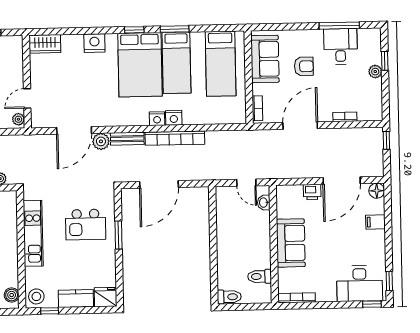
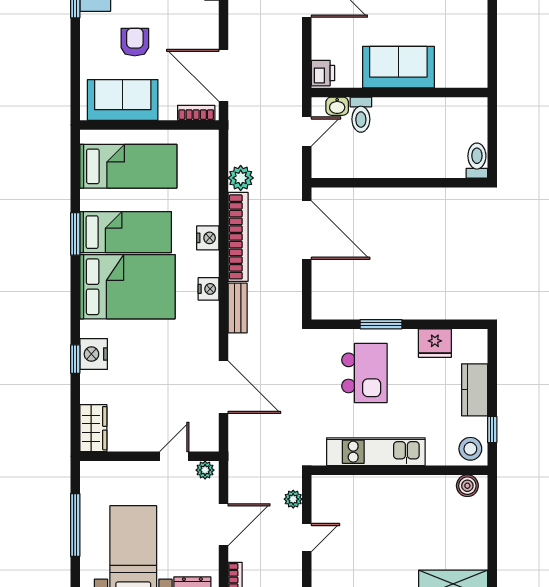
window: (134, 30) -> (75, 359), moved
door: (27, 98) -> (174, 456), swing flipped
nightstand: (157, 119) -> (209, 289), moved
door: (300, 126) -> (223, 75), moved
plant: (101, 141) -> (241, 178), moved
door: (159, 184) -> (307, 230), moved
printer: (312, 192) -> (323, 73), moved
toilet: (260, 276) -> (361, 115), moved
fridge: (106, 297) -> (435, 343), moved, turned -90
bookcase: (297, 298) -> (480, 60), removed

